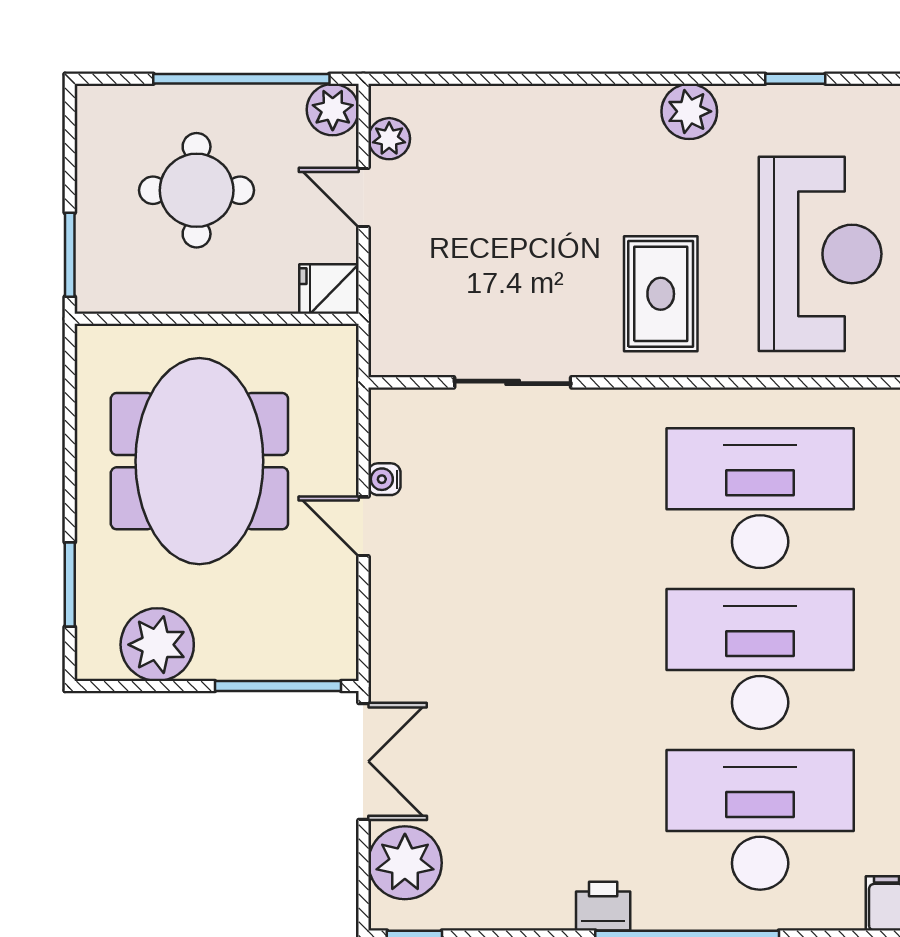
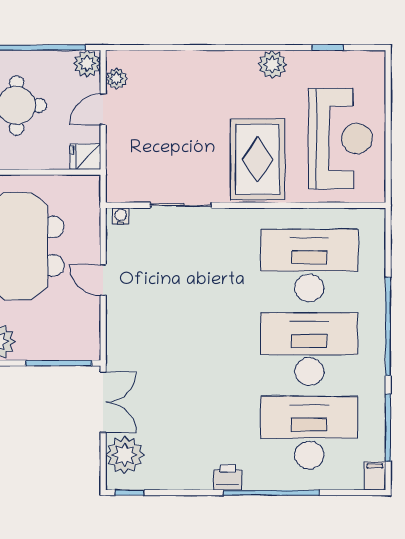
door: (363, 198) -> (103, 109), hinge flipped
rug: (661, 294) -> (258, 159), width x1.36, depth x1.43
water cooler: (384, 479) -> (121, 216), moved, turned 90

